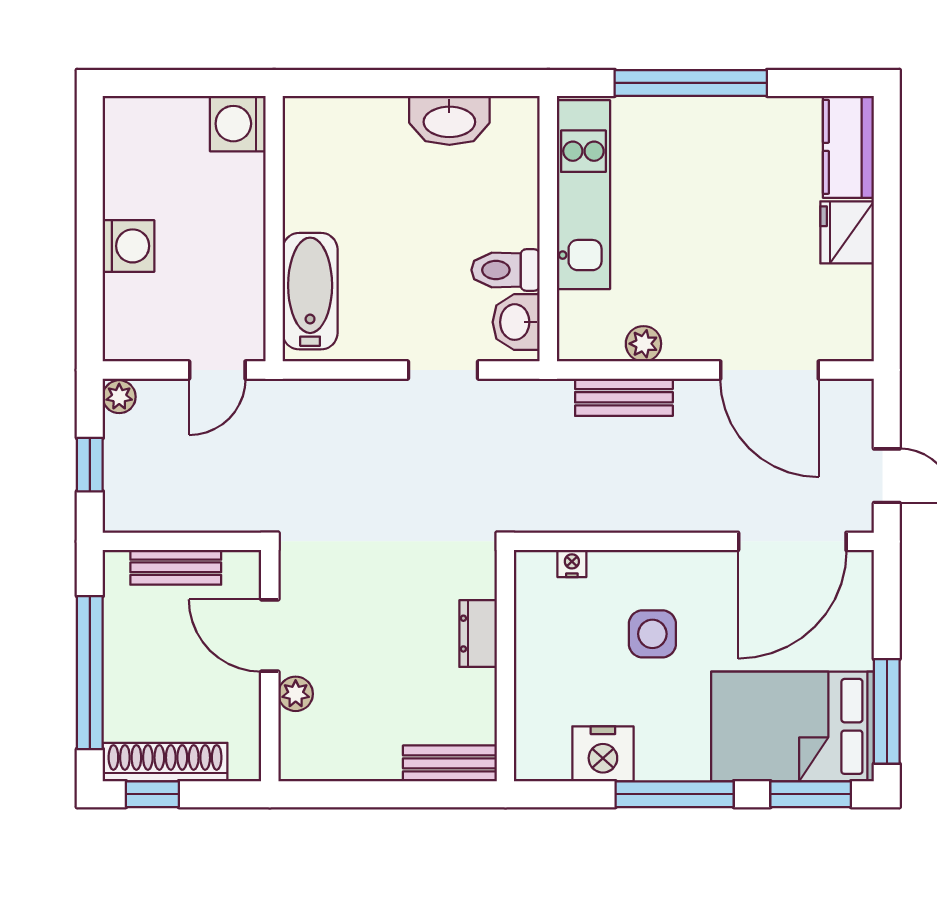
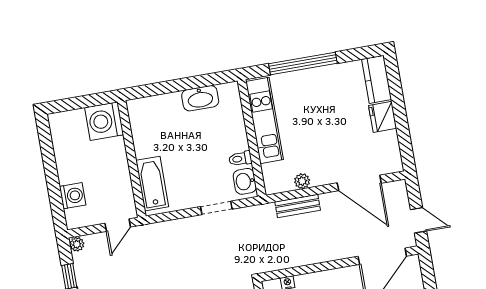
washing machine: (238, 124) -> (104, 121), width x1.37, depth x1.37
washing machine: (129, 246) -> (73, 196), moved
toilet: (505, 270) -> (240, 159), width x0.73, depth x0.72

